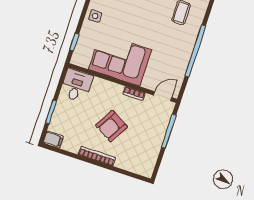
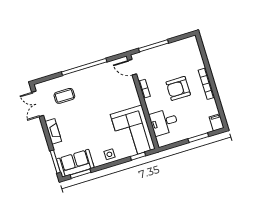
corner sofa: (120, 60) -> (133, 132), moved
desk: (76, 85) -> (164, 122), moved
armchair: (111, 126) -> (178, 88), turned 150

